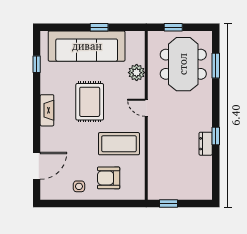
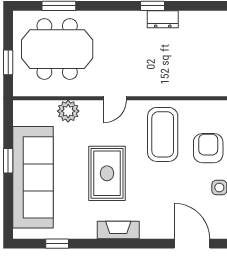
rug: (90, 102) -> (107, 173), turned 90
armchair: (109, 178) -> (208, 148), turned 180

